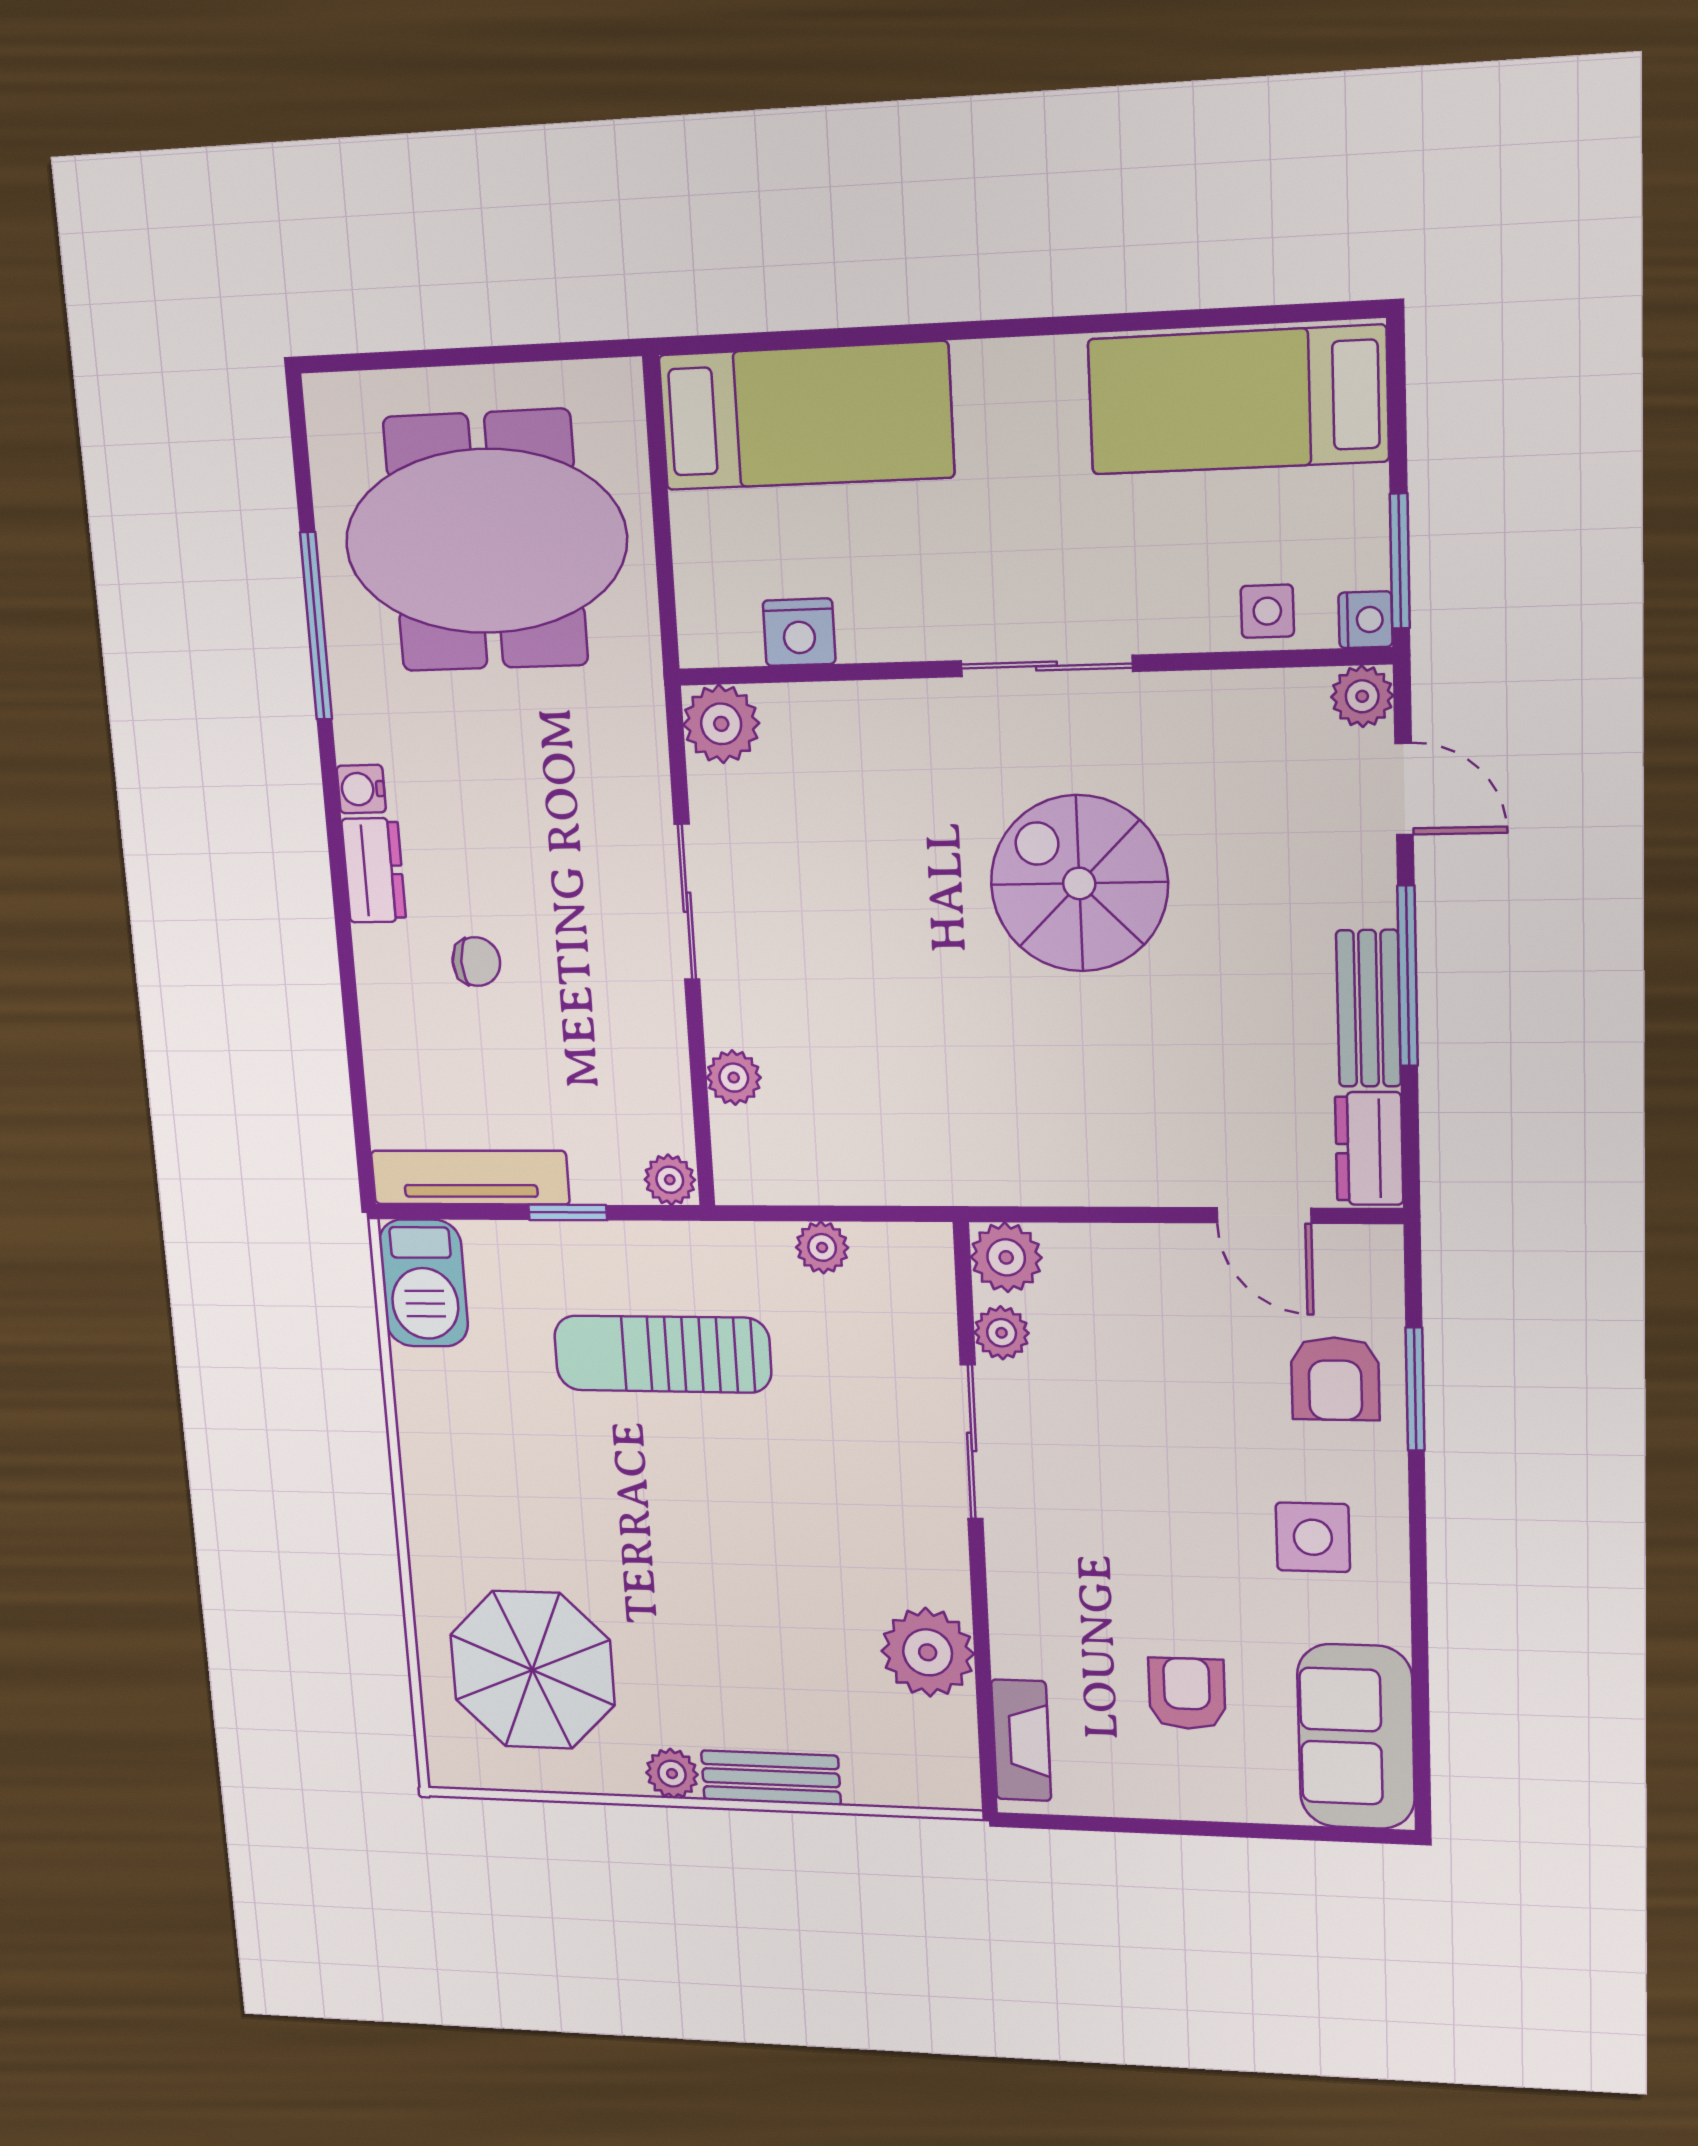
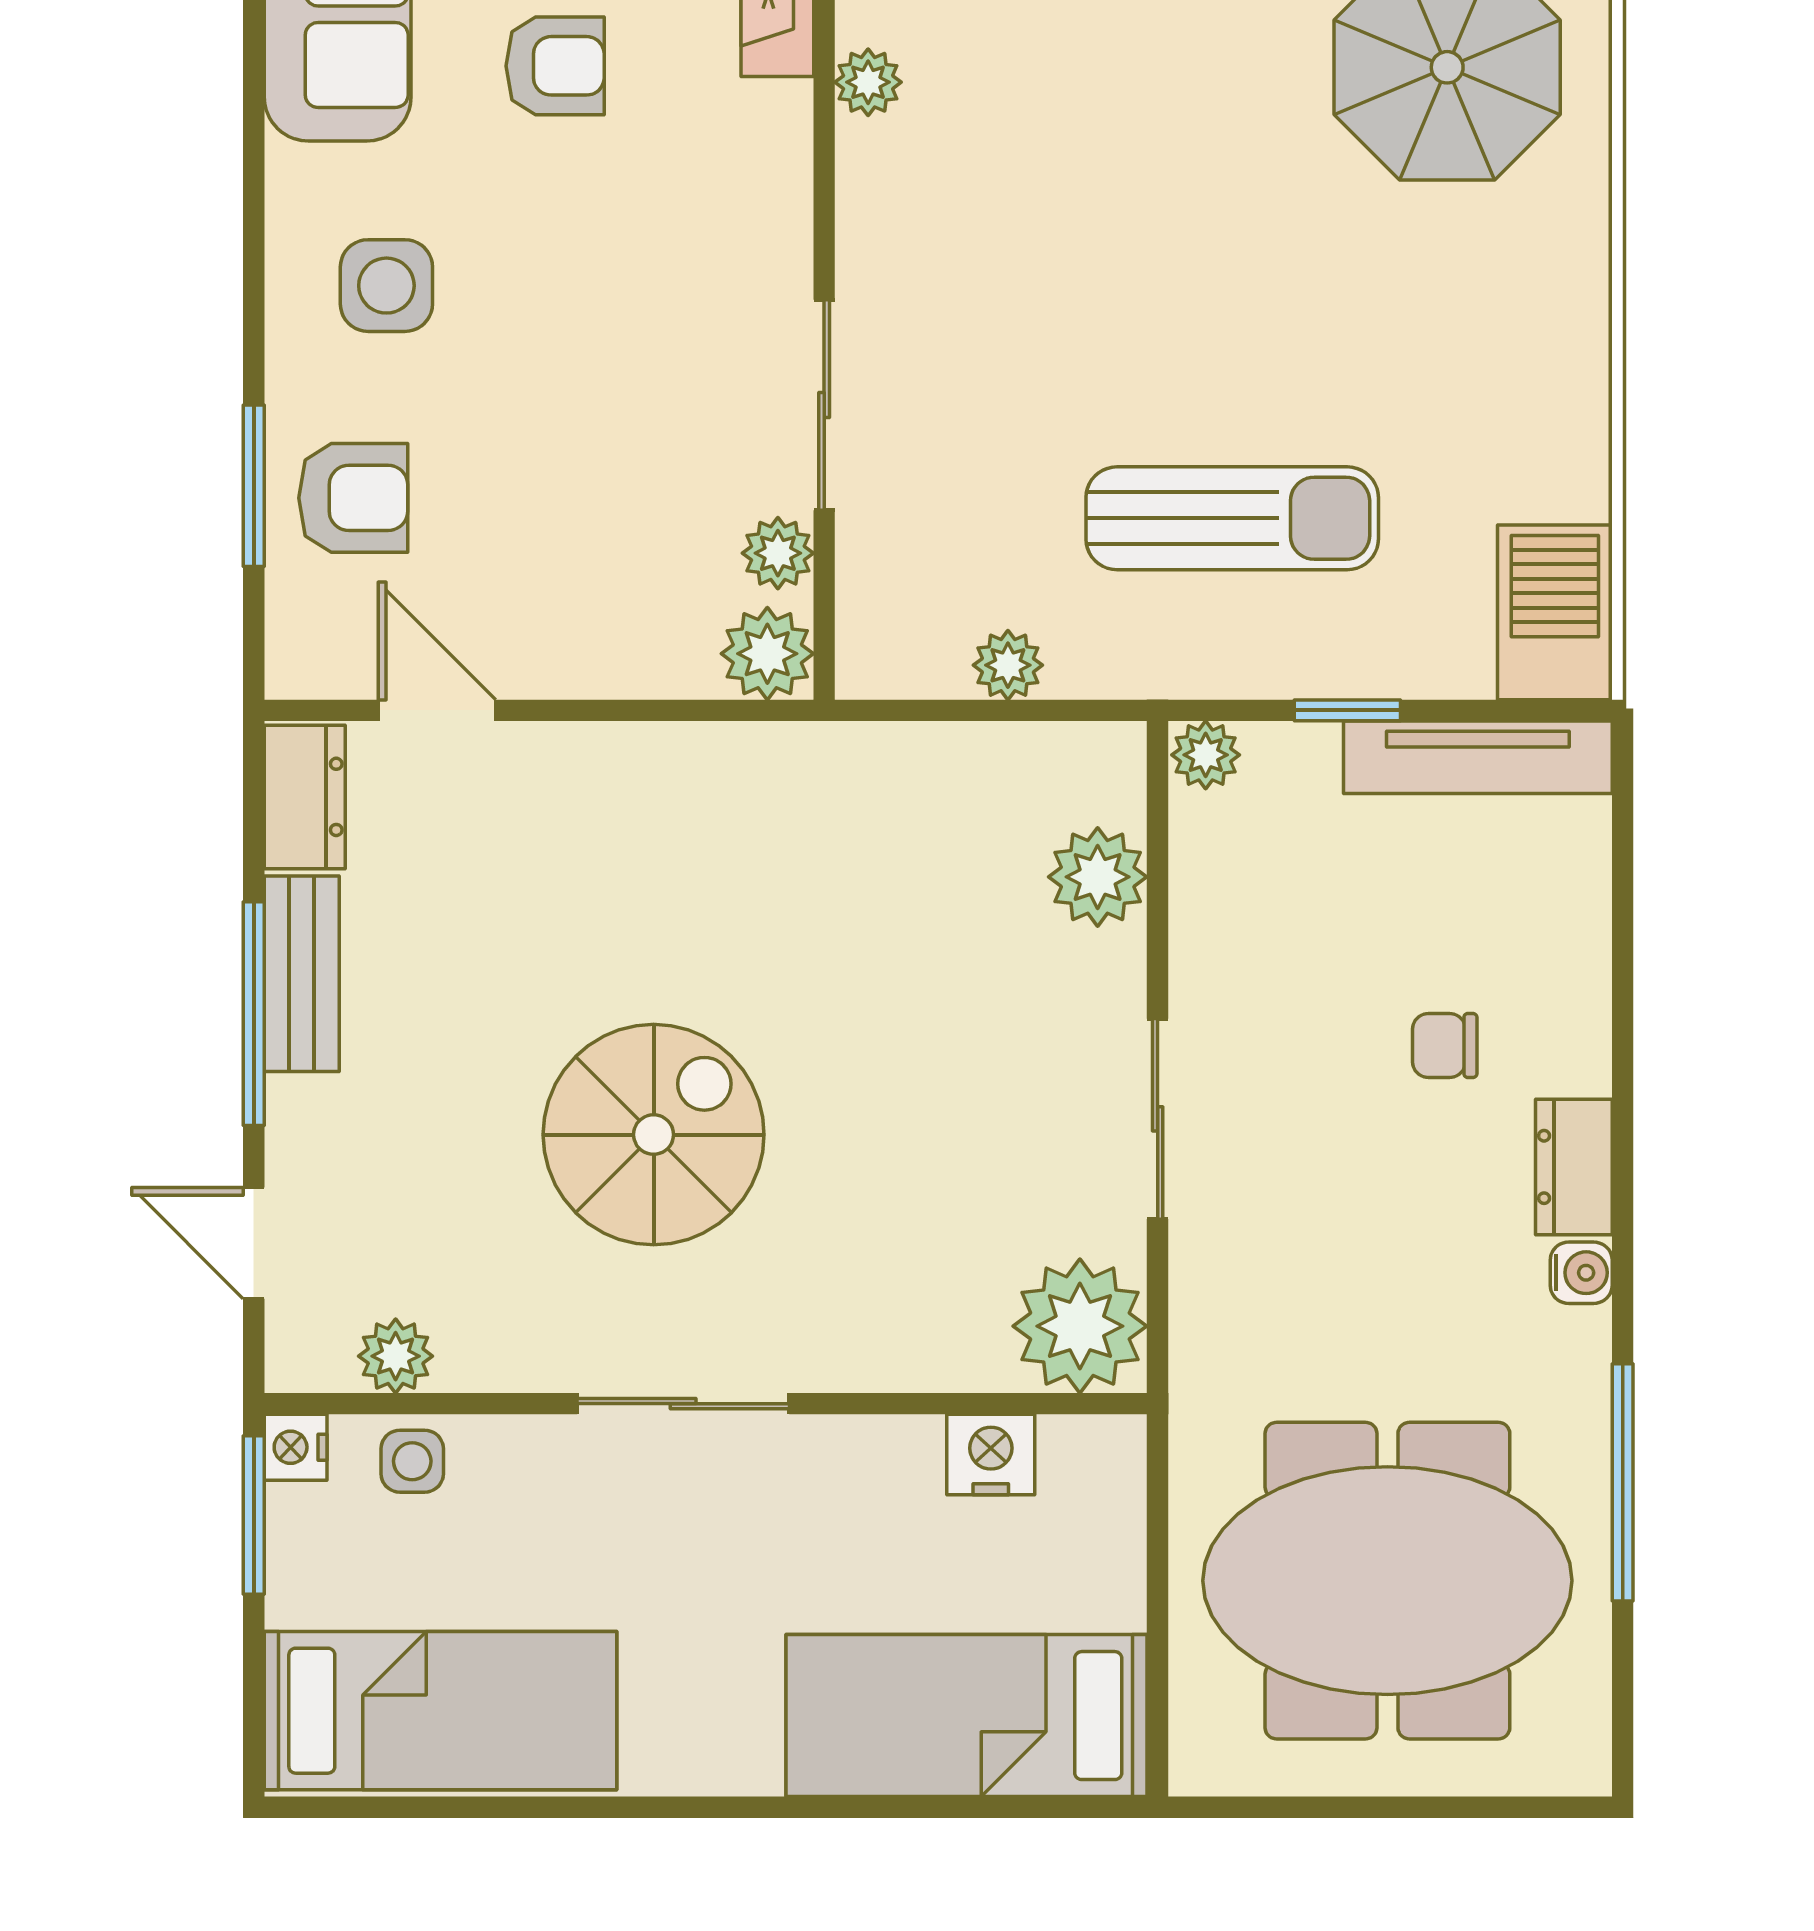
plant: (1362, 696) -> (396, 1356), moved
plant: (721, 724) -> (1080, 1326), width x1.36, depth x1.36
spiral stairs: (1079, 883) -> (654, 1135), turned -90
plant: (734, 1078) -> (1098, 877), width x1.38, depth x1.38
armchair: (1335, 1379) -> (353, 498), turned 90
plant: (928, 1652) -> (868, 82), width x0.53, depth x0.53
armchair: (1187, 1694) -> (555, 66), turned -90

